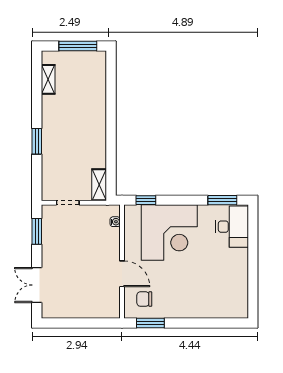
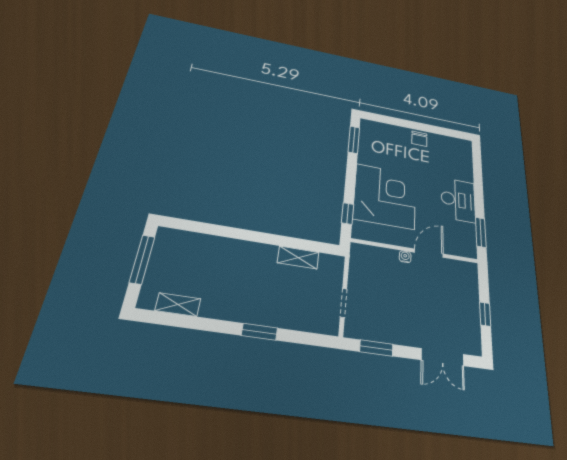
shelving: (99, 185) -> (298, 258), moved
water cooler: (115, 222) -> (405, 257), moved
desk: (232, 227) -> (458, 200), moved, turned 90
chair: (144, 299) -> (419, 139), moved
window: (76, 323) -> (485, 314), added

